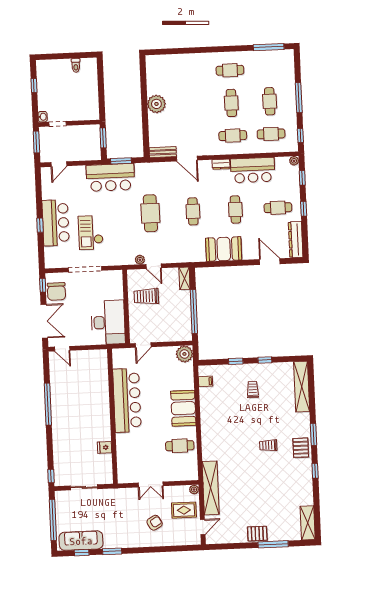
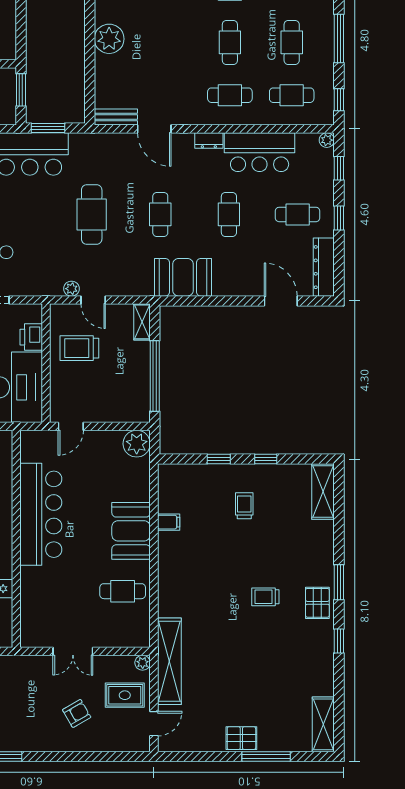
booth: (224, 249) -> (183, 277), moved
printer: (116, 291) -> (31, 337), added
filing cabinet: (205, 381) -> (169, 522), moved
shelving: (302, 387) -> (323, 491), width x0.68

